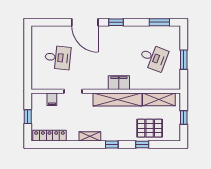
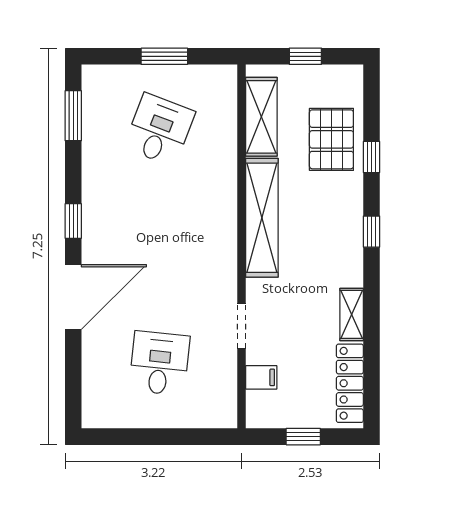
filing cabinet: (119, 83) -> (220, 214), removed
shelving: (90, 136) -> (352, 314), moved

